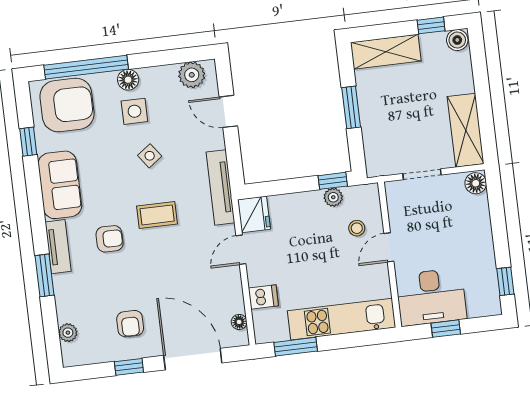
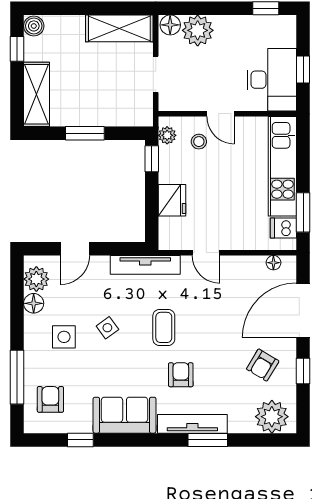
window: (86, 67) -> (17, 377), width x0.68
floor lamp: (128, 80) -> (34, 303), moved
armchair: (67, 105) -> (50, 399), width x0.53, depth x0.53
plant: (333, 197) -> (167, 135), moved
plant: (473, 213) -> (198, 30), added
fridge: (254, 214) -> (172, 200), moved, turned 90
tv unit: (58, 247) -> (192, 424), width x1.41
dishwasher: (263, 297) -> (283, 228), moved, turned -90
armchair: (130, 324) -> (263, 365), turned 121
plant: (68, 333) -> (272, 417), width x1.88, depth x1.88

